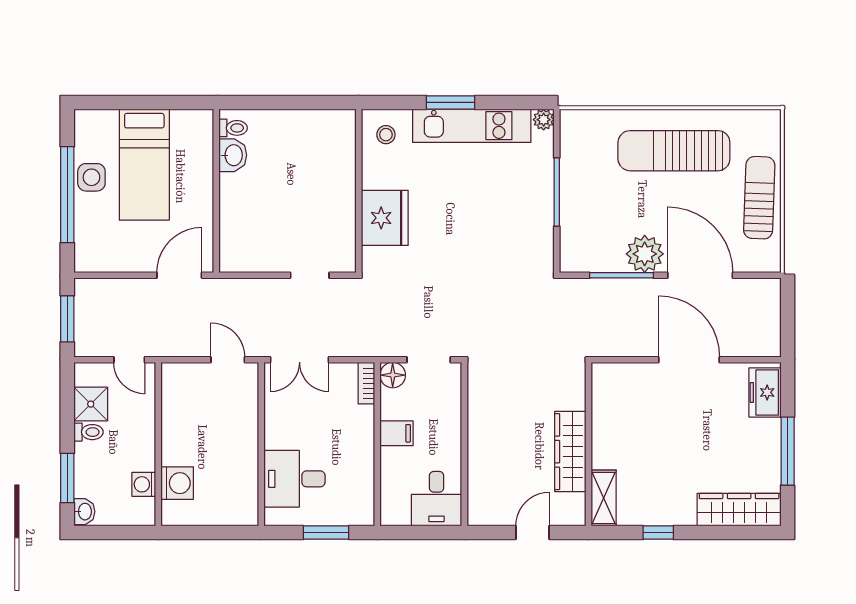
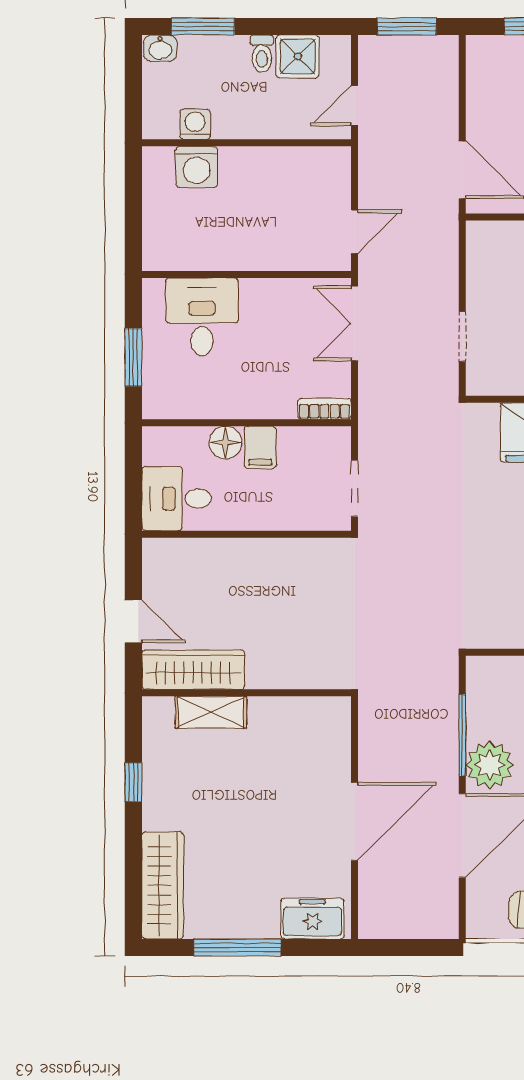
floor lamp: (393, 375) -> (225, 443), moved
wardrobe: (570, 452) -> (193, 670), moved
shelving: (604, 498) -> (211, 712), moved

